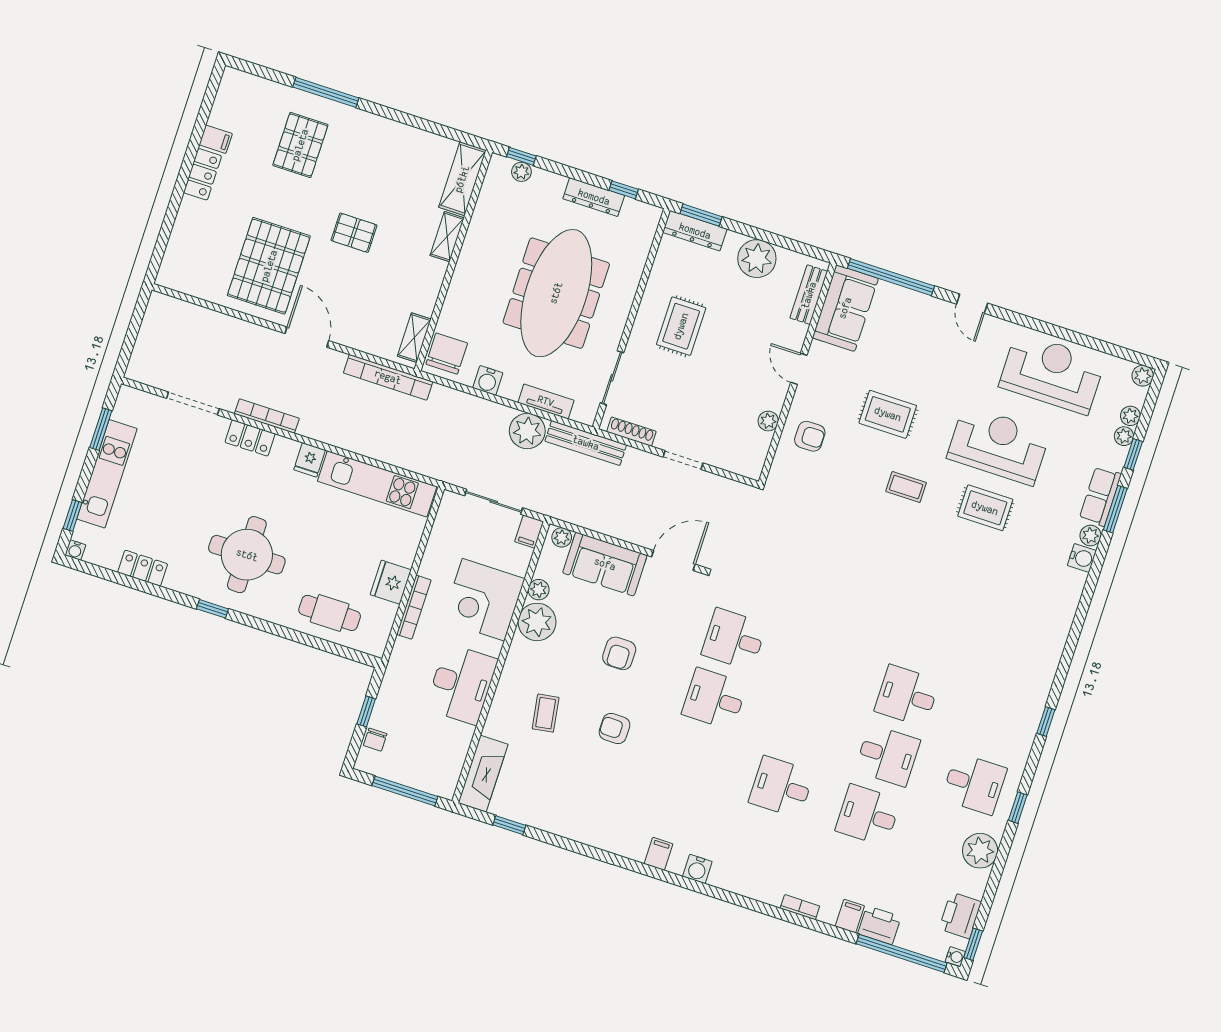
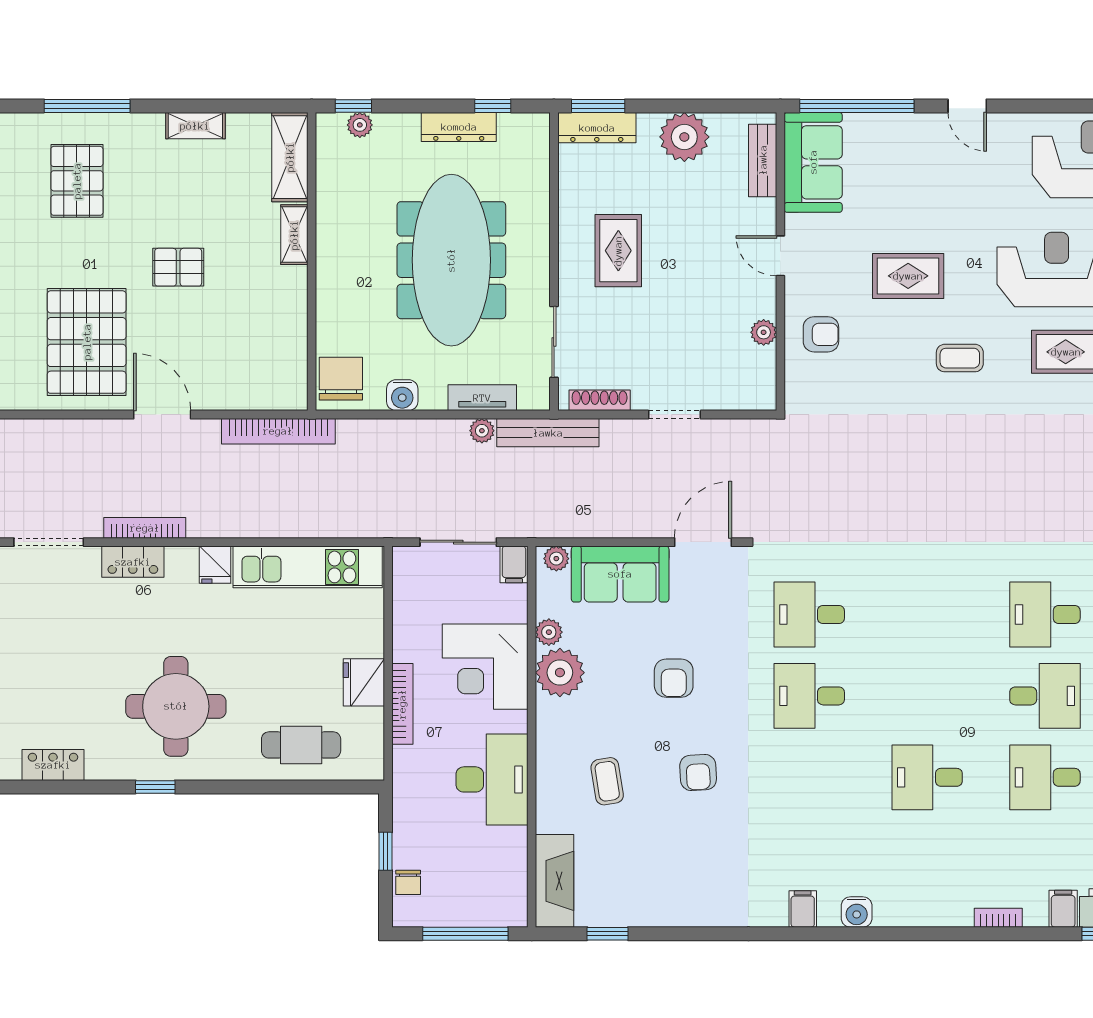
shelving: (414, 338) -> (195, 126), moved, turned 90
plant: (527, 431) -> (482, 431), width x0.53, depth x0.53
armchair: (614, 728) -> (698, 773), turned -93

